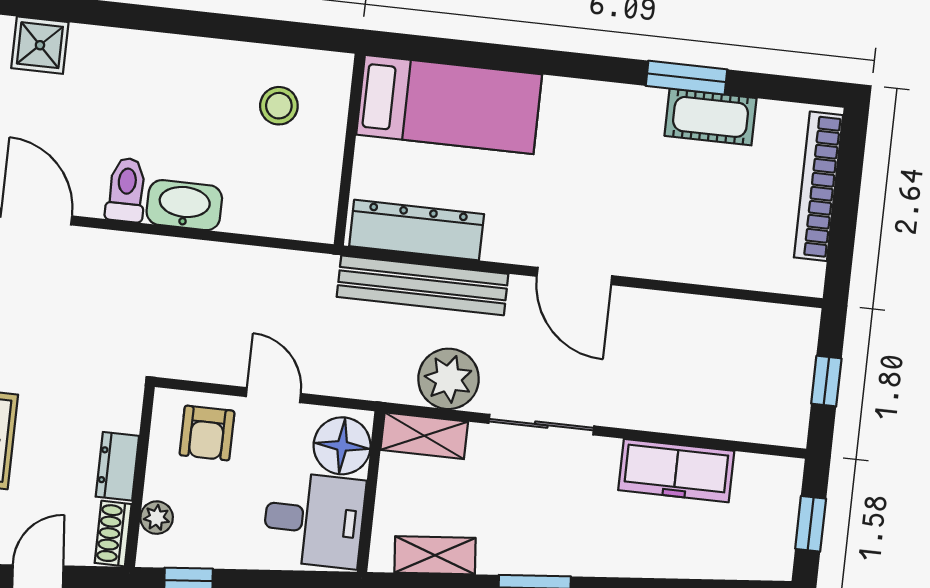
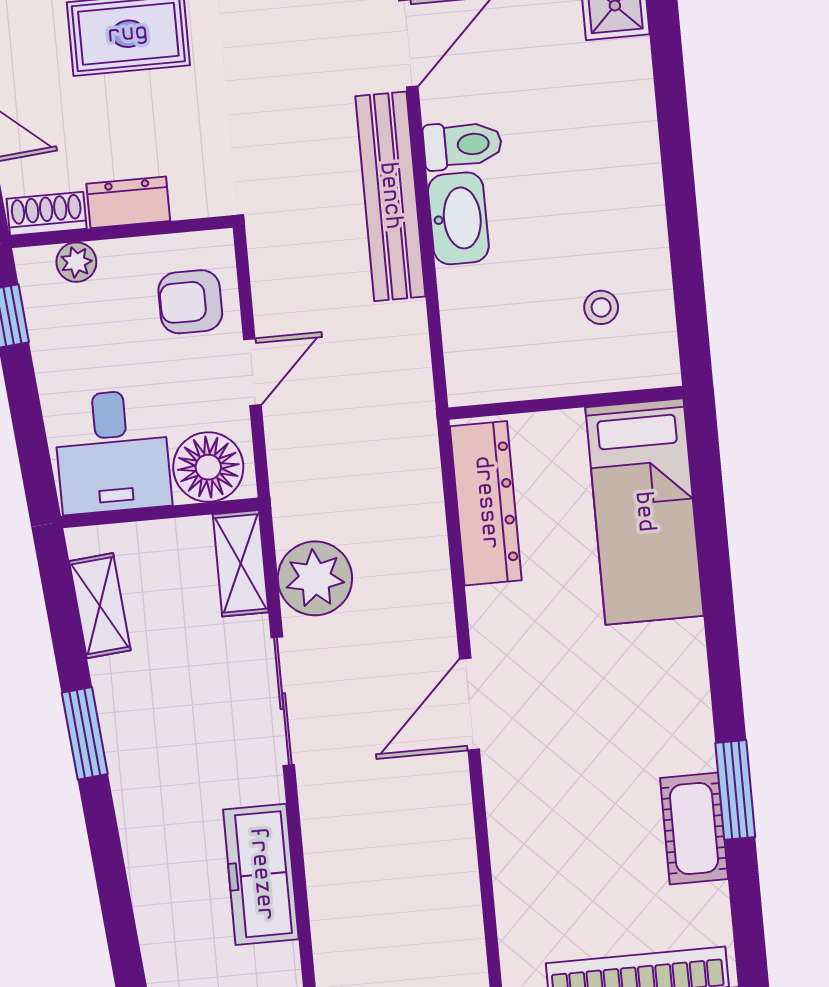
stool: (279, 106) -> (601, 307), width x0.73, depth x0.73
bench: (423, 285) -> (390, 196), moved

